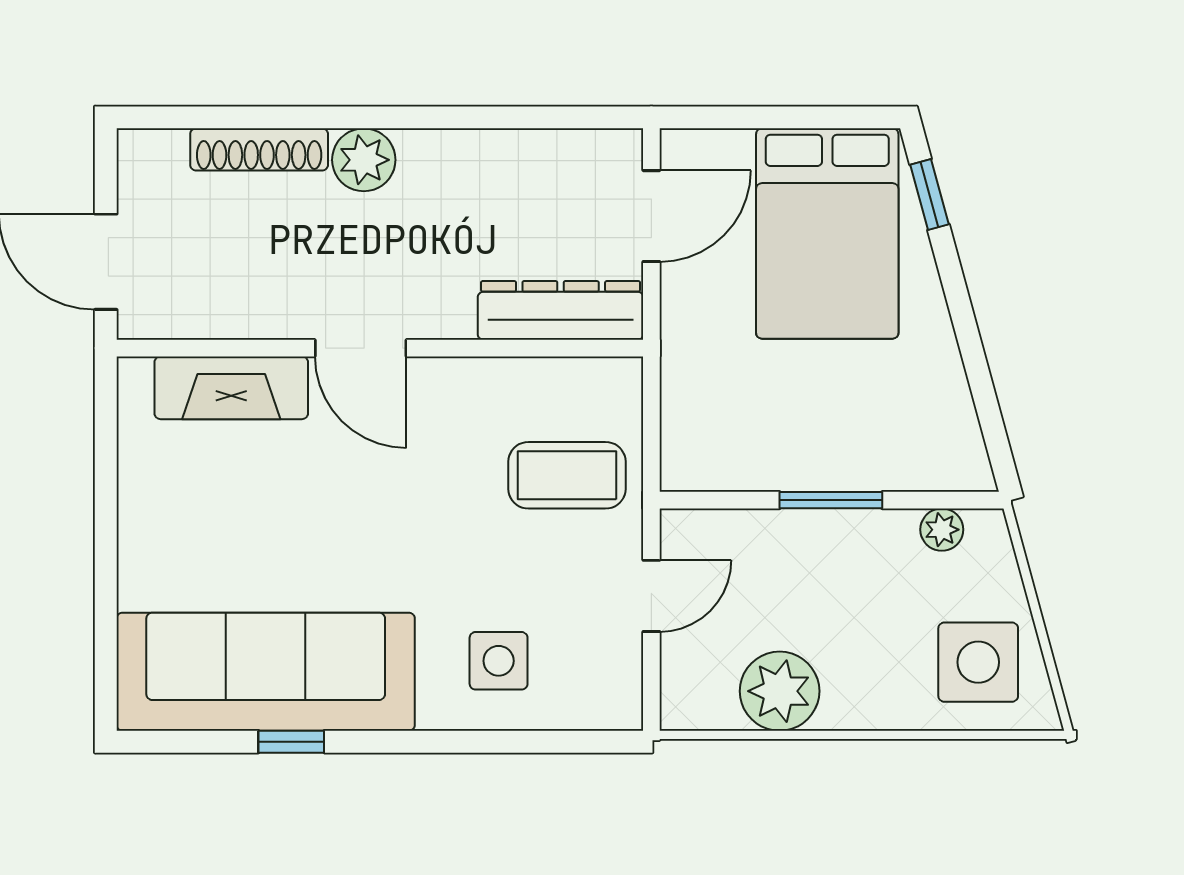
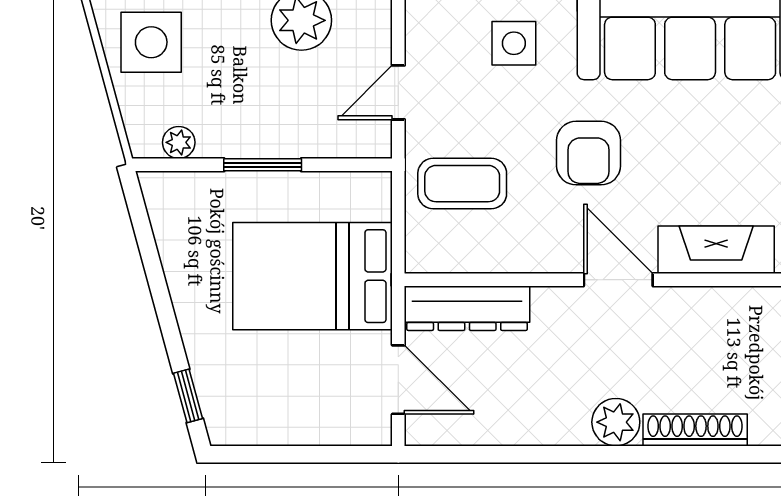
door: (651, 216) -> (398, 380), swing flipped
bed: (827, 233) -> (313, 276), moved, turned -90
armchair: (400, 516) -> (589, 153), added

